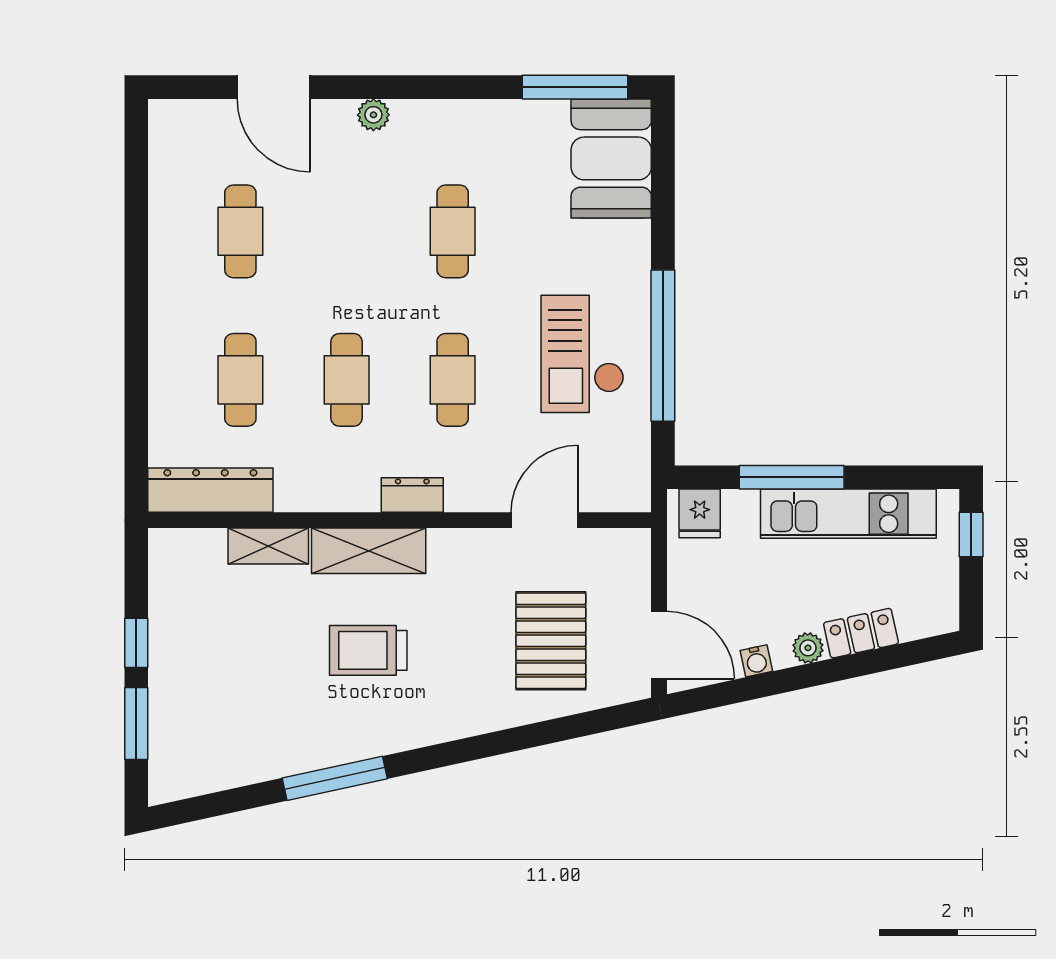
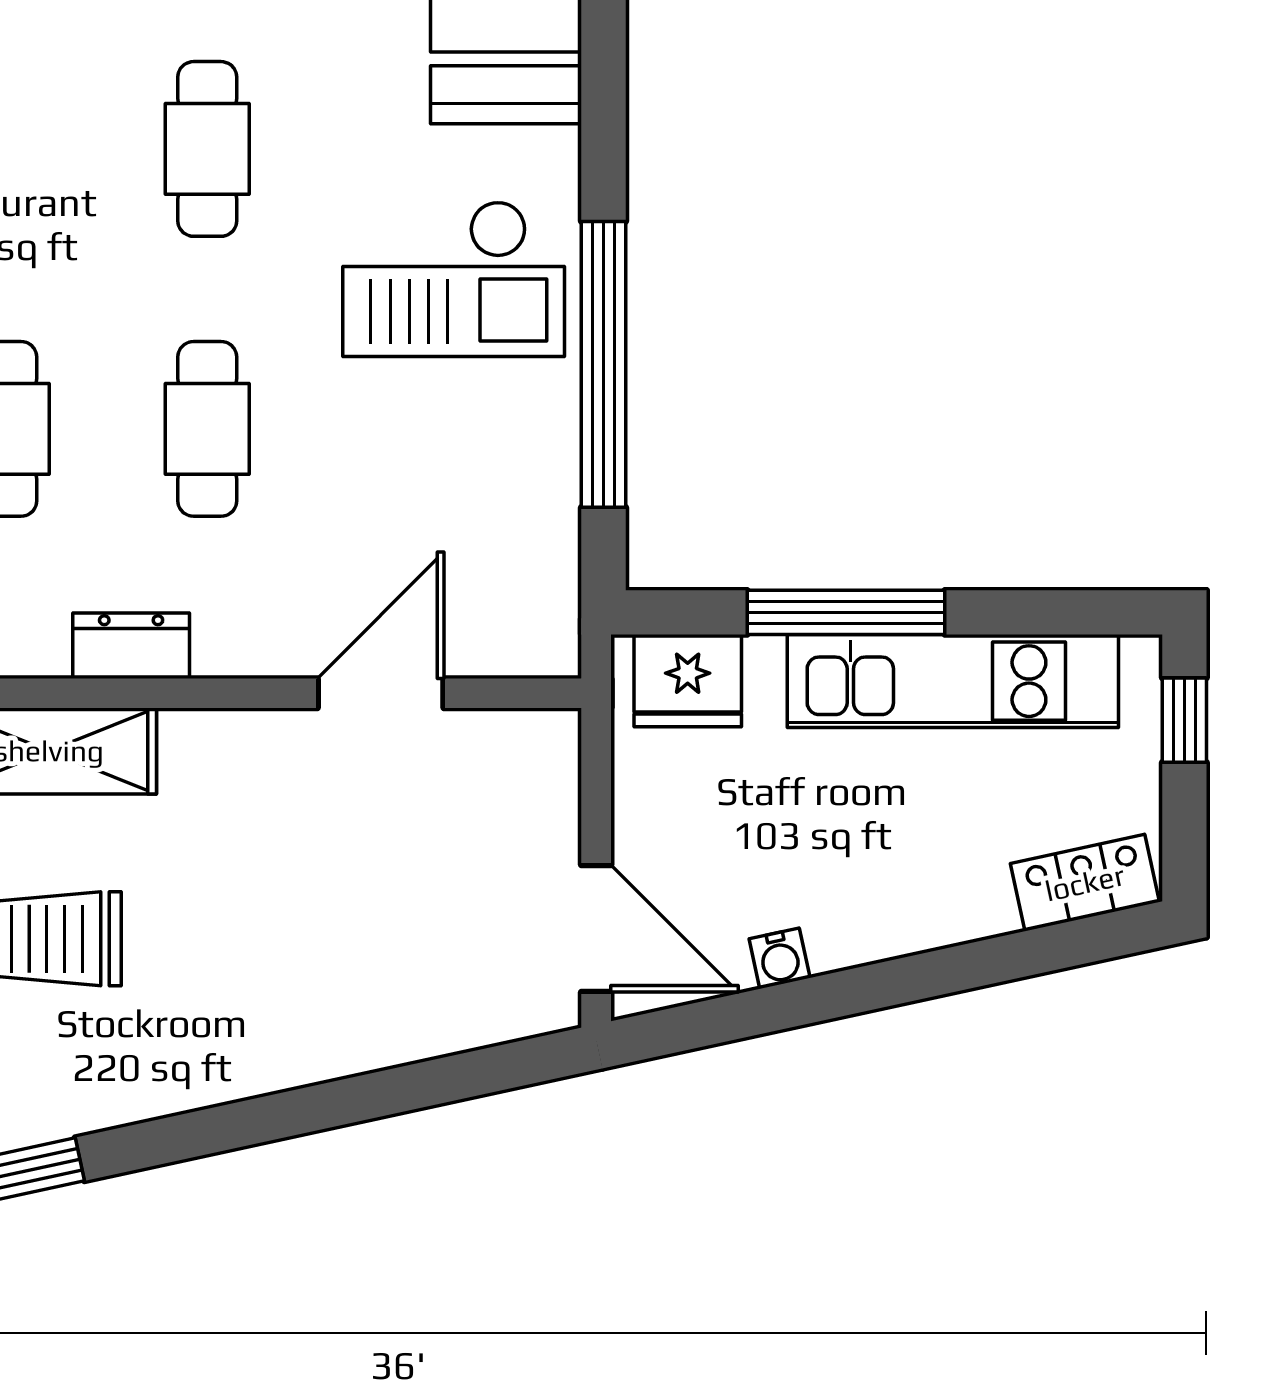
checkout: (582, 354) -> (454, 279), moved, turned -90
fridge: (700, 513) -> (688, 681), width x1.38
locker: (861, 633) -> (1085, 883), moved
pallet: (551, 641) -> (392, 921), removed
plant: (808, 648) -> (877, 934), removed

